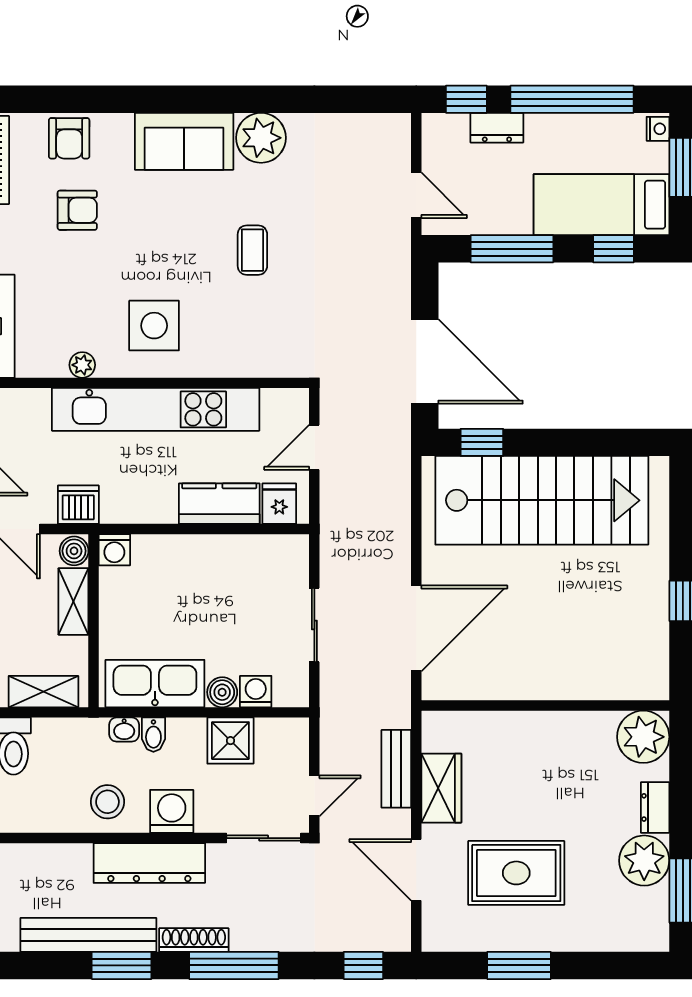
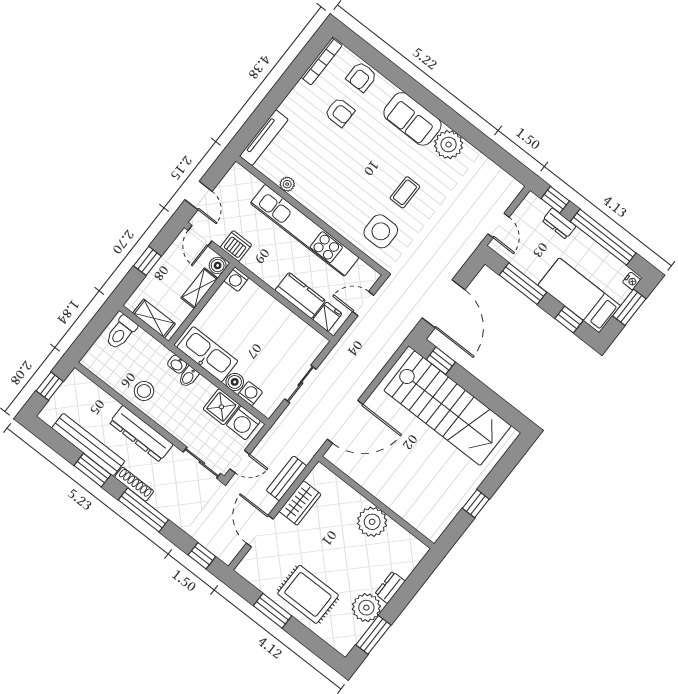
side table: (154, 326) -> (381, 231), moved
plant: (643, 737) -> (372, 522), moved
washing machine: (172, 811) -> (243, 423), moved, turned 180
rug: (516, 873) -> (308, 594), moved

